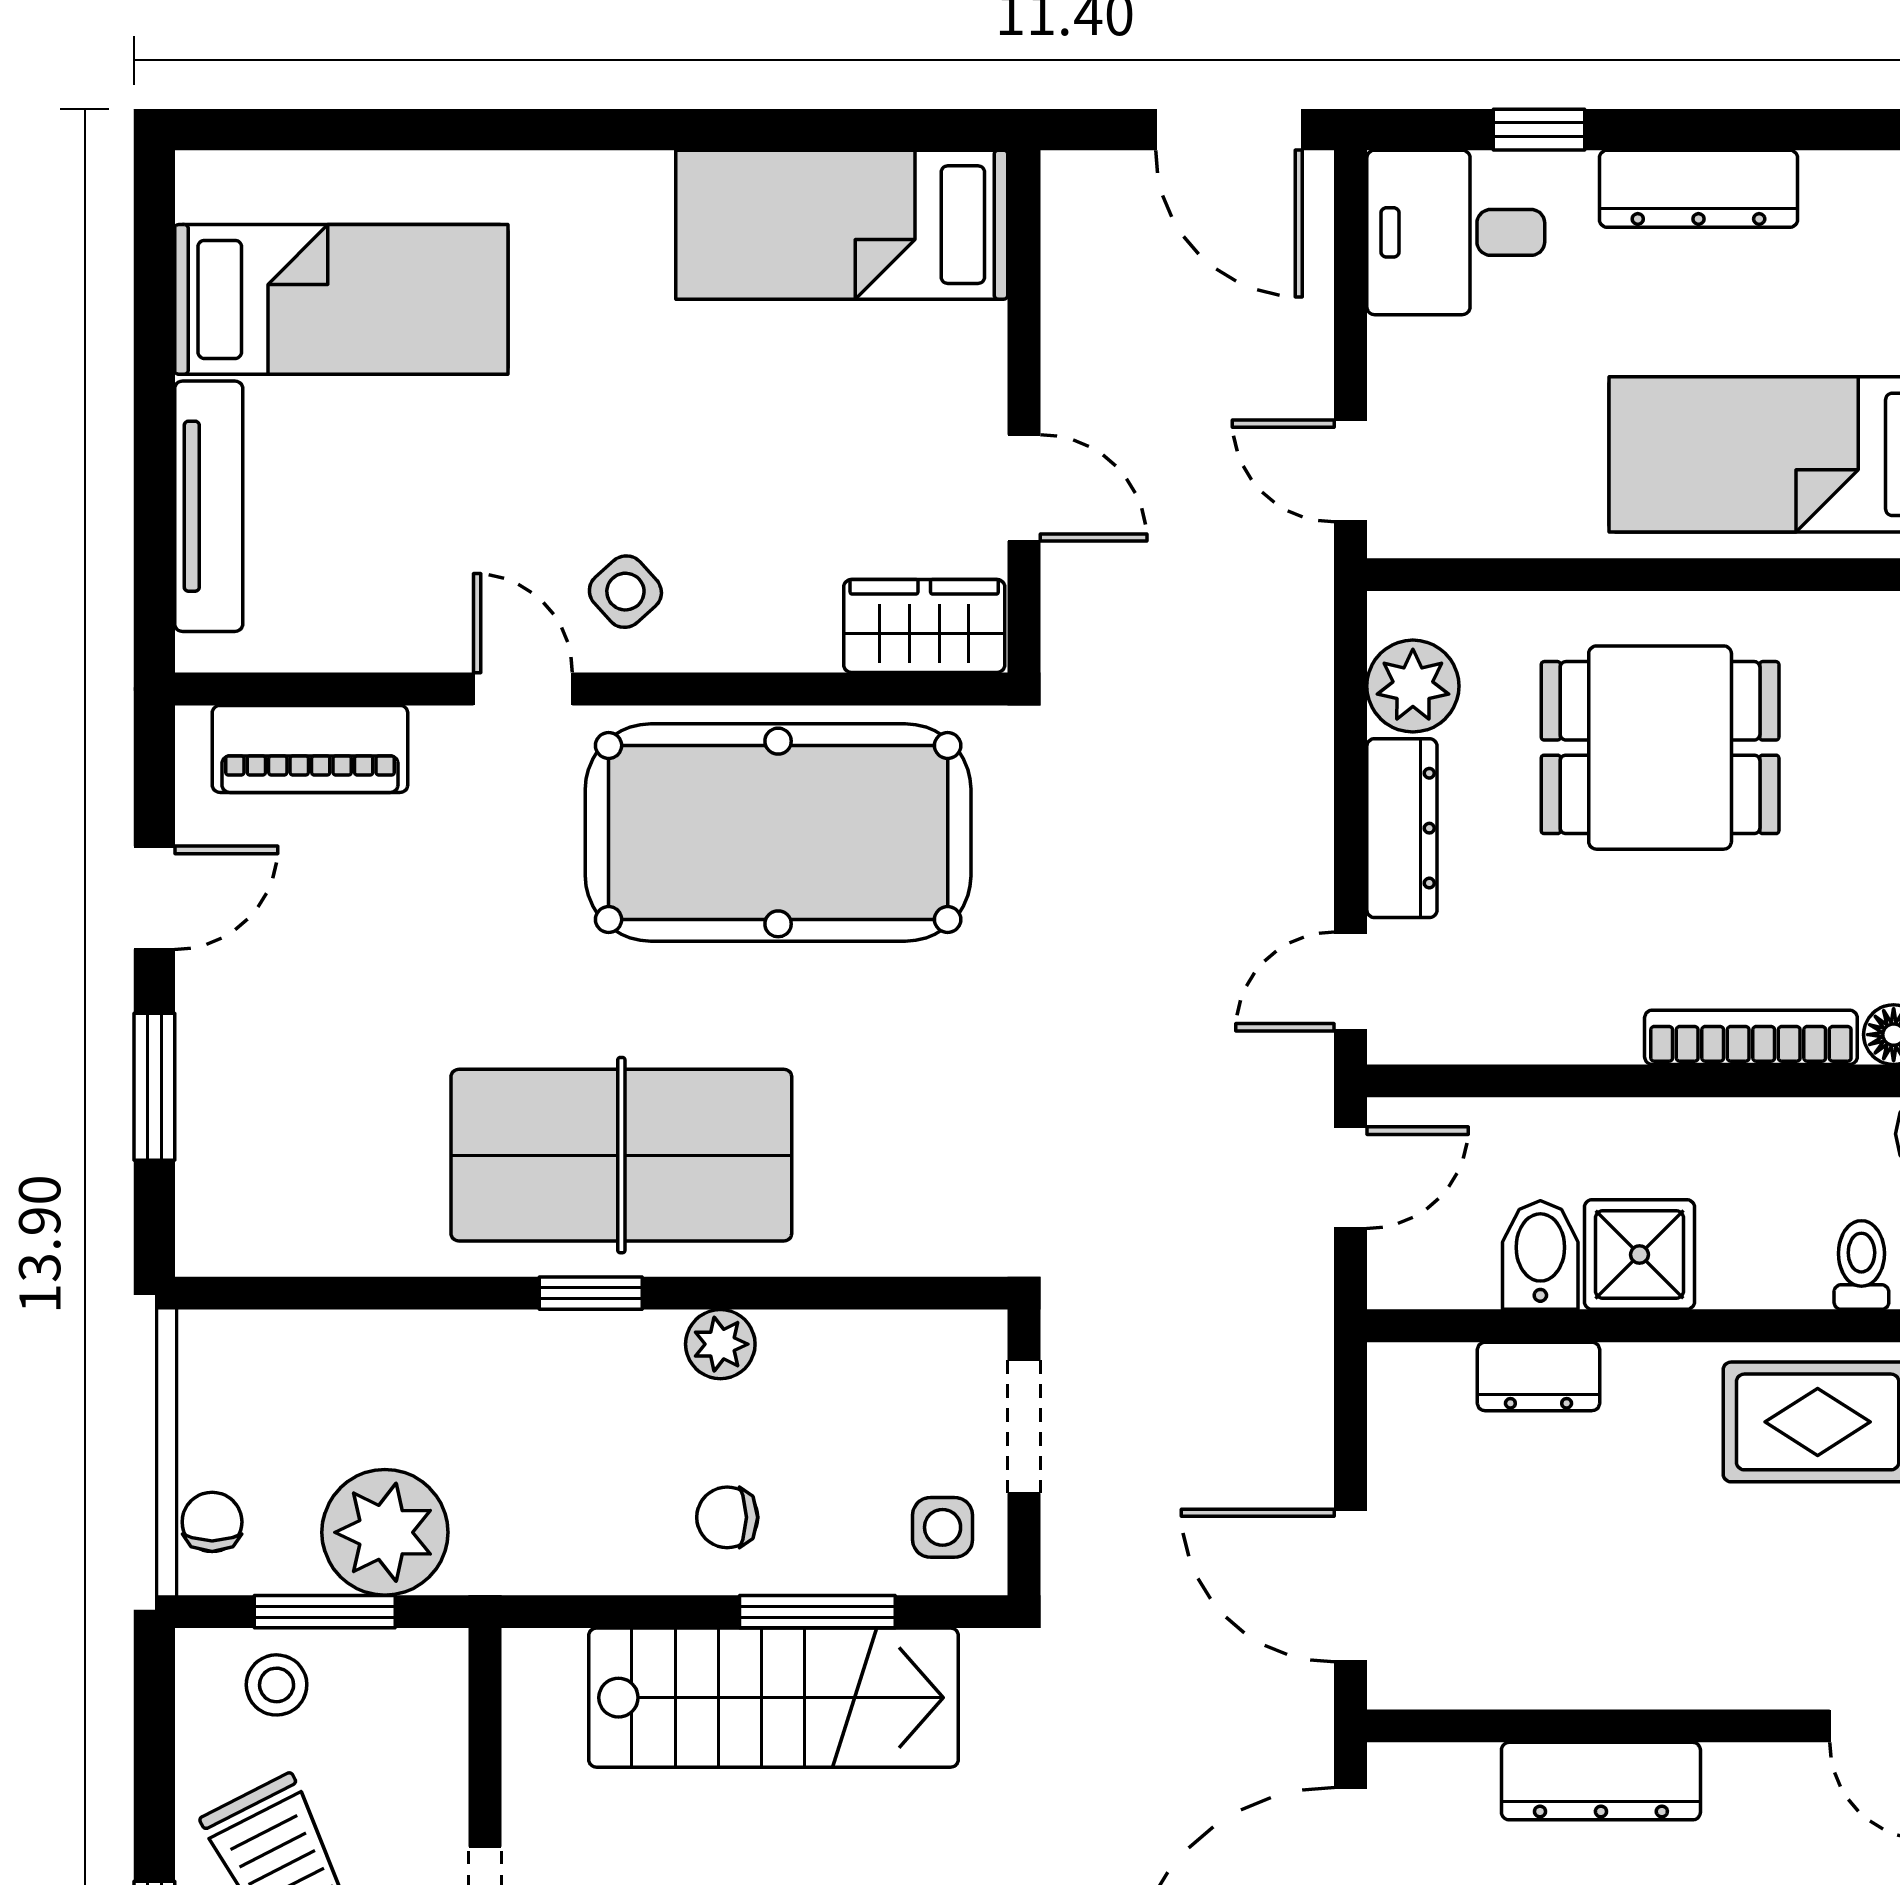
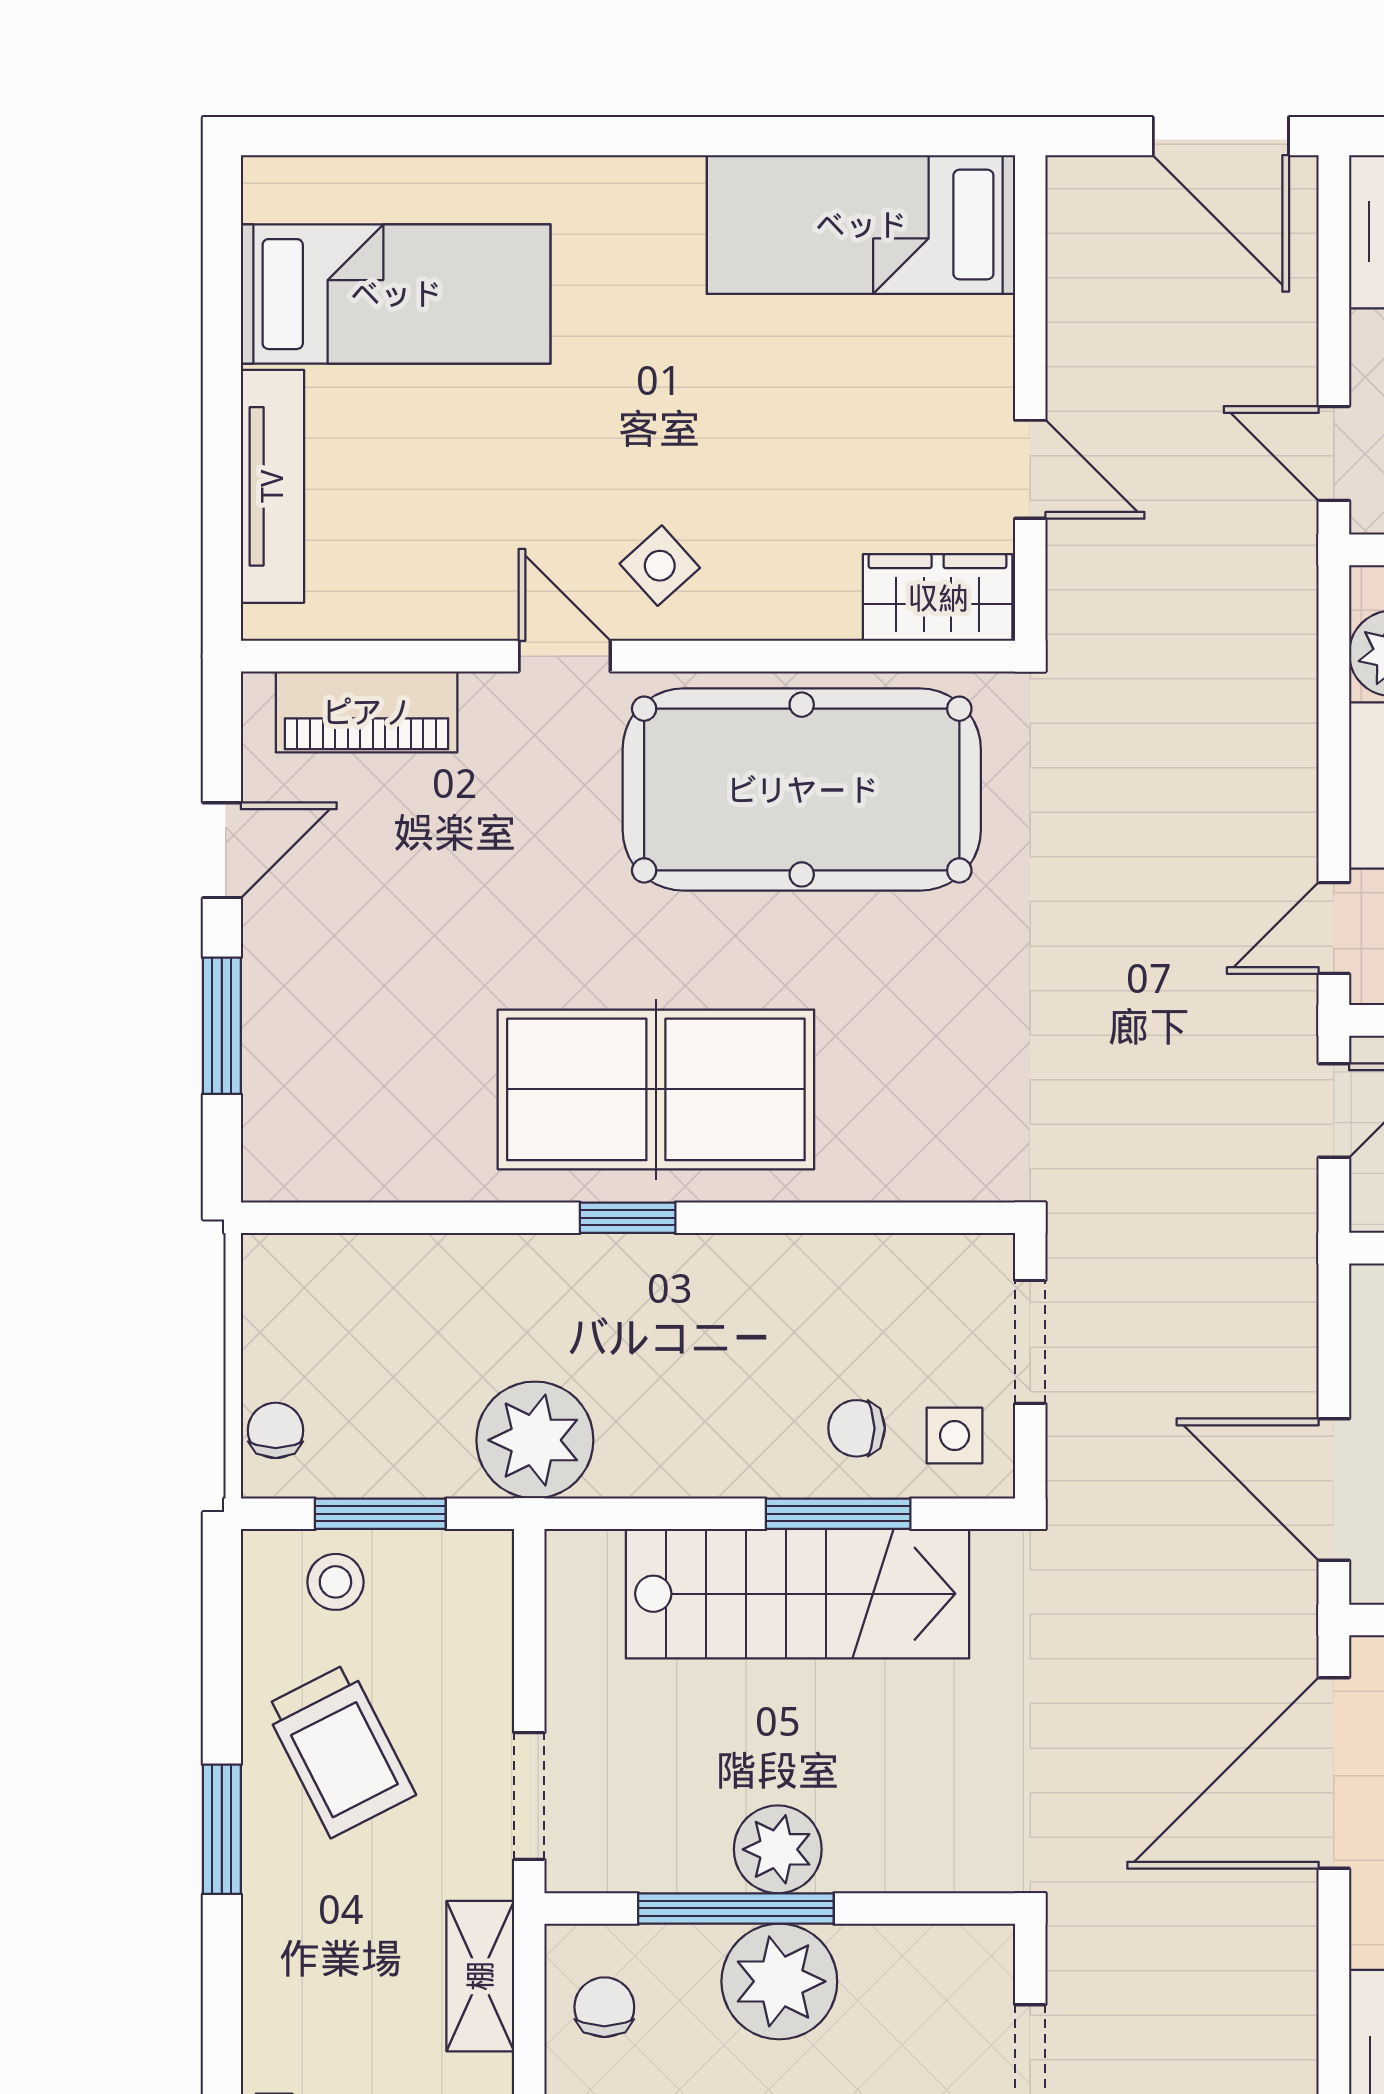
plant: (720, 1344) -> (748, 1265), removed
chair: (727, 1517) -> (857, 1428), moved
plant: (385, 1532) -> (535, 1440), moved

